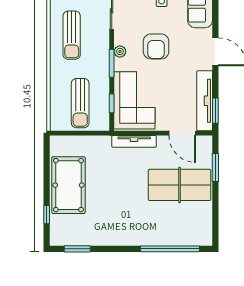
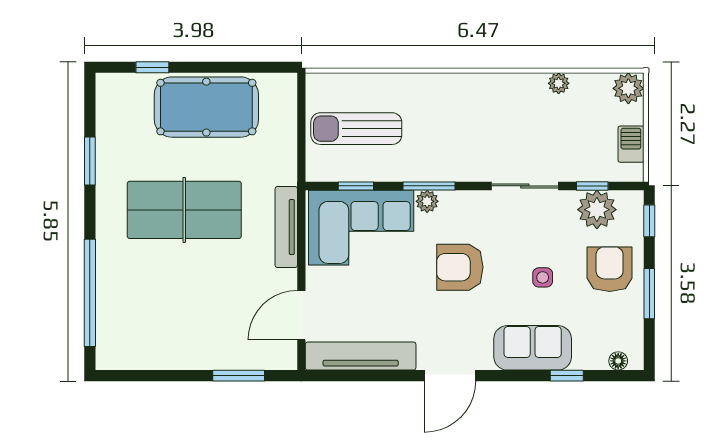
sun lounger: (72, 35) -> (480, 113), removed
plant: (120, 52) -> (427, 201), moved
window: (215, 111) -> (342, 376), removed
table tennis table: (180, 185) -> (184, 210), moved, turned 90
window: (77, 249) -> (90, 161), moved

